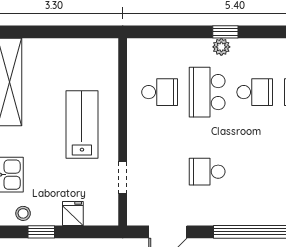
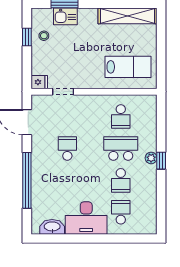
lab bench: (82, 125) -> (128, 67), moved
stool: (23, 213) -> (44, 36), moved
fridge: (73, 214) -> (39, 82), moved

